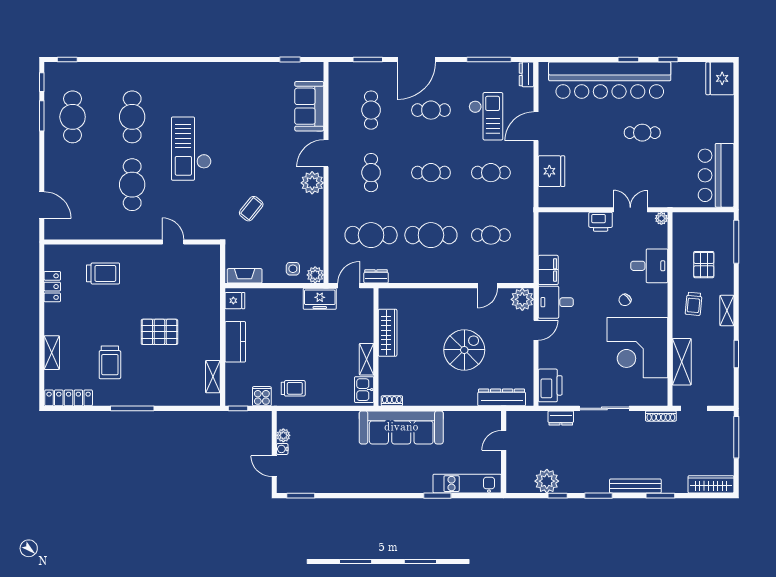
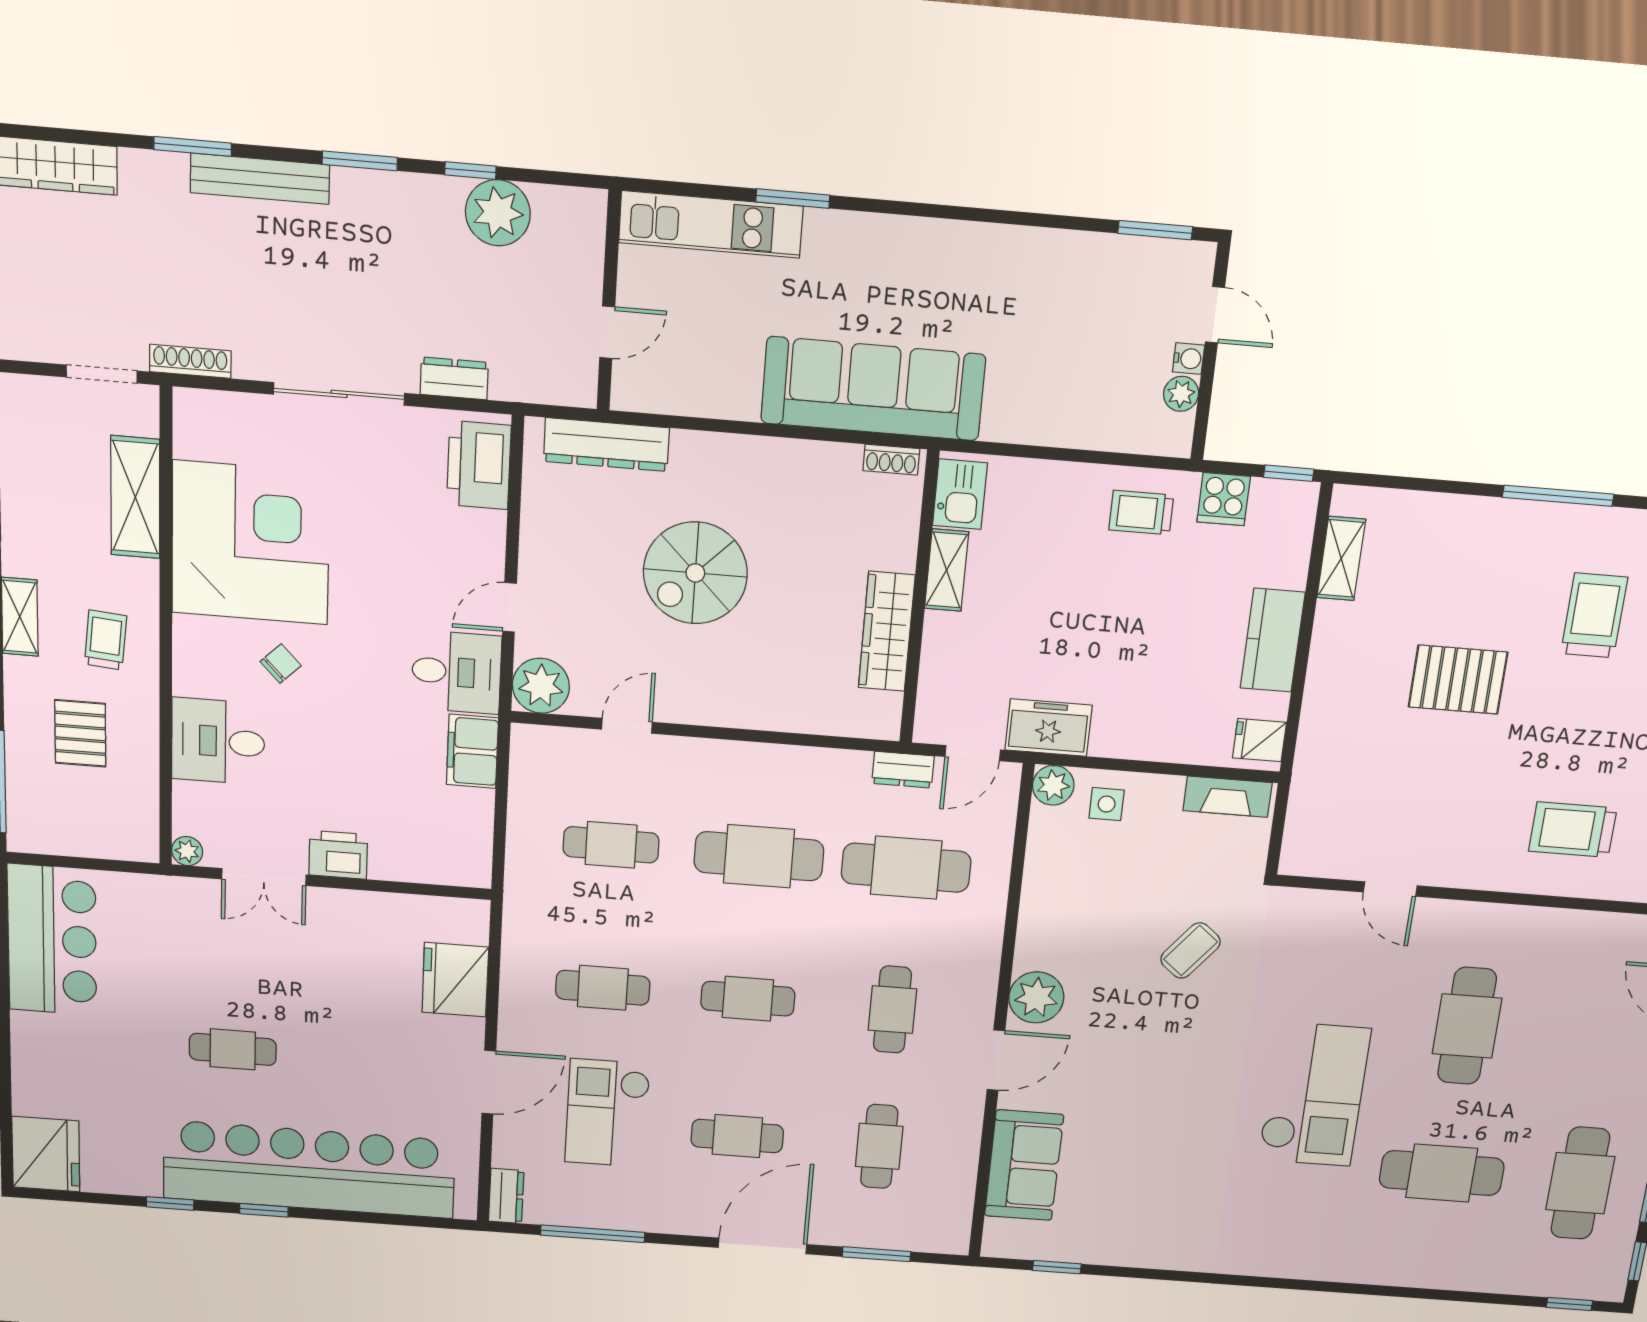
cafe table: (132, 117) -> (1442, 1173), turned 90

